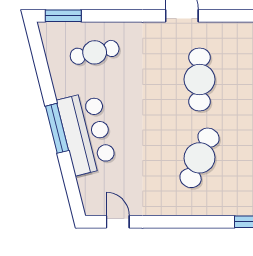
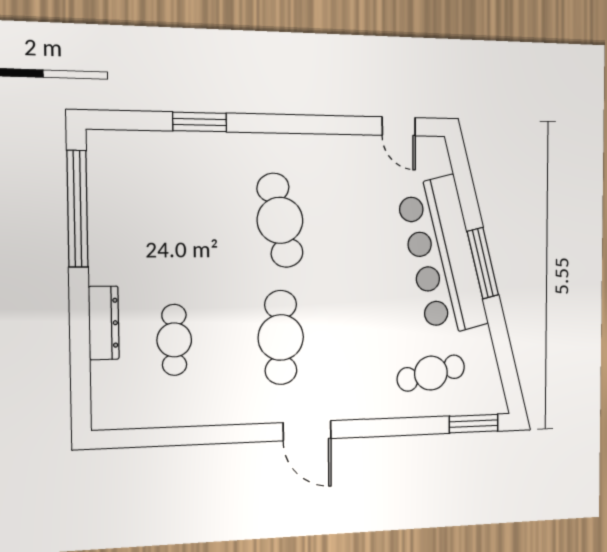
bar counter: (87, 133) -> (442, 257), width x1.36
cafe table: (200, 158) -> (280, 220), turned -36

